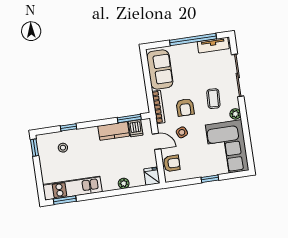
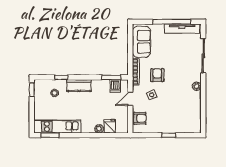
tv unit: (213, 45) -> (182, 29), width x1.41
coffee table: (213, 99) -> (181, 71), removed
armchair: (185, 107) -> (157, 75), turned 180
kitchen counter: (114, 131) -> (79, 86), moved
door: (157, 141) -> (130, 99), swing flipped
corner sofa: (227, 148) -> (186, 112), removed
fridge: (152, 176) -> (110, 126), moved

